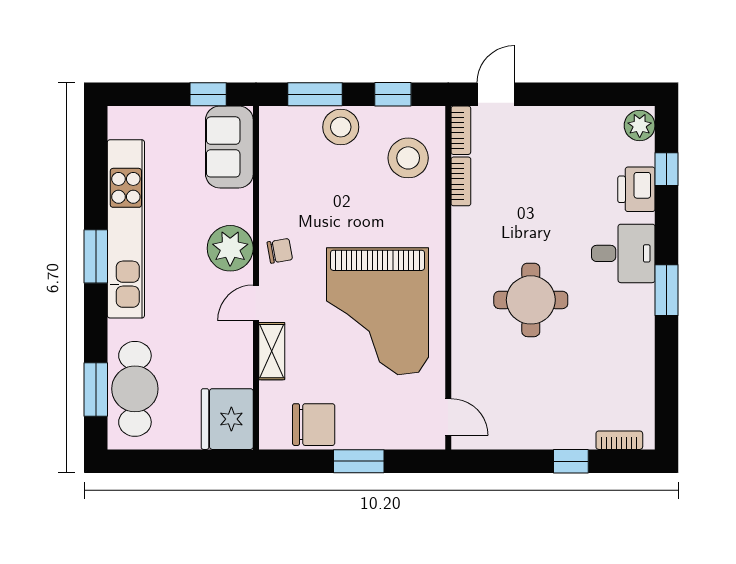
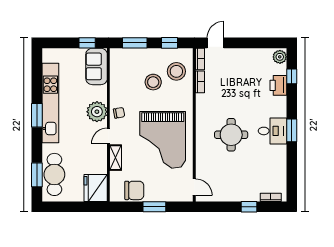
stool: (341, 127) -> (153, 82), moved
desk: (623, 253) -> (272, 131), moved

